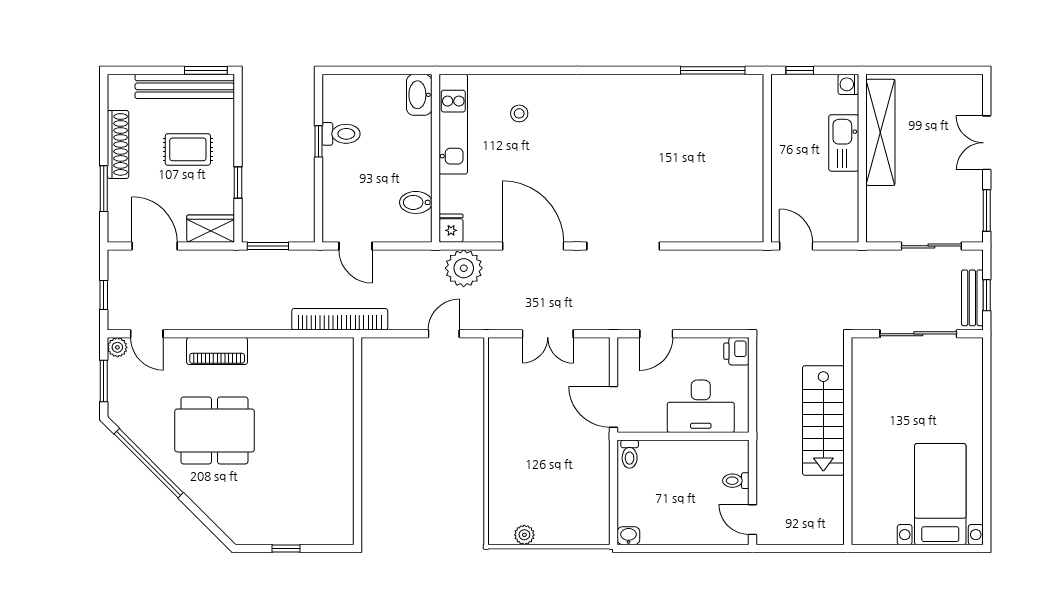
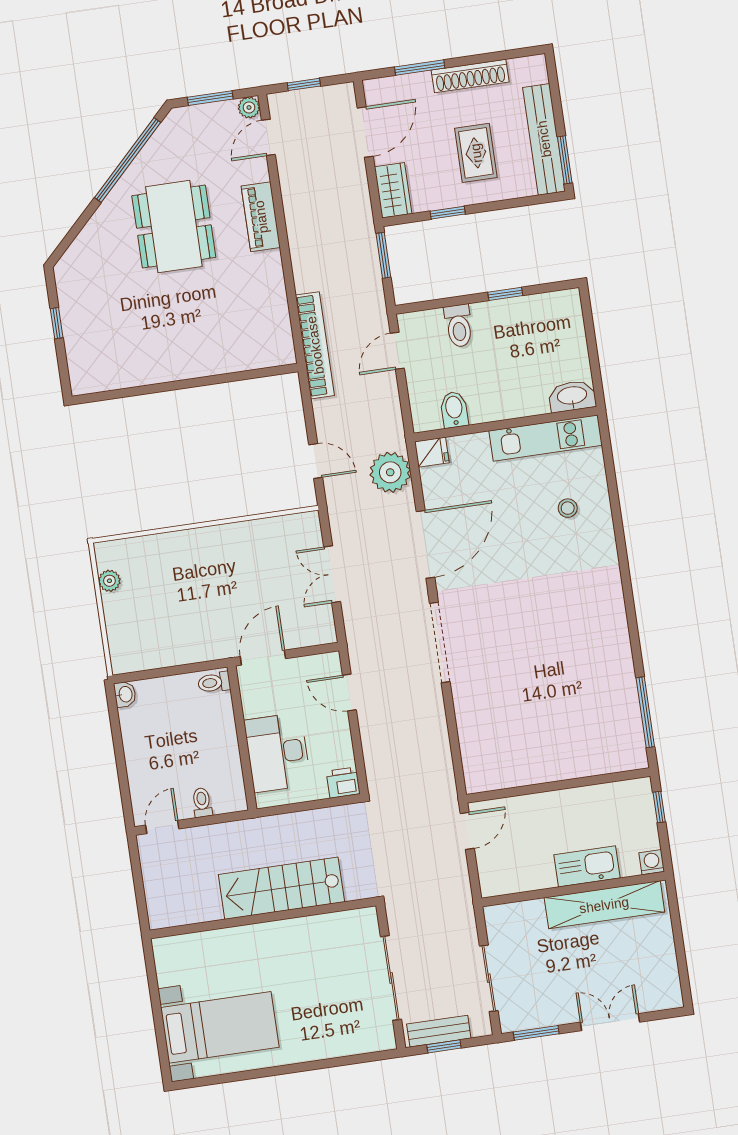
toilet: (341, 134) -> (459, 326), moved

